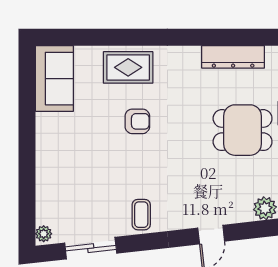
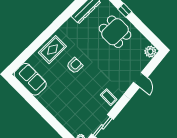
dining table: (243, 130) -> (115, 32), turned 90

